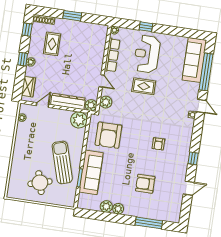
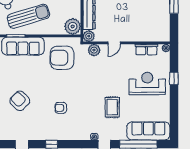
row of seats: (112, 55) -> (146, 50), width x0.68
rug: (144, 86) -> (112, 107), moved
armchair: (145, 184) -> (20, 101), turned -45

